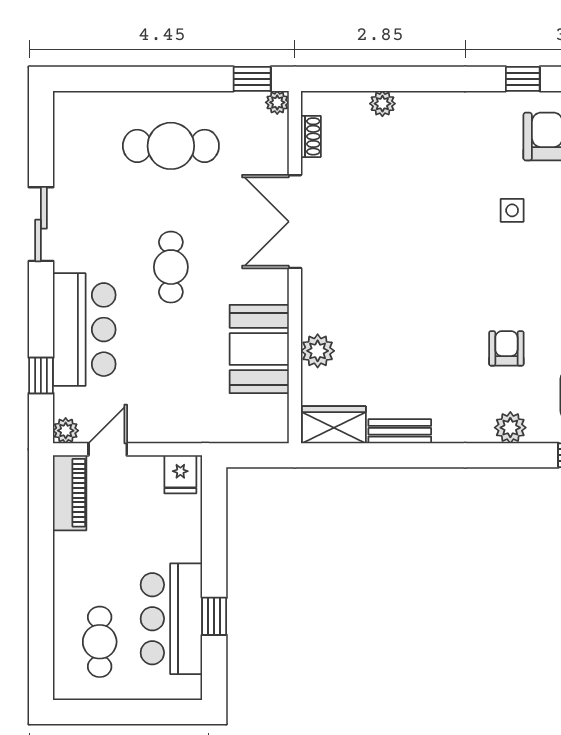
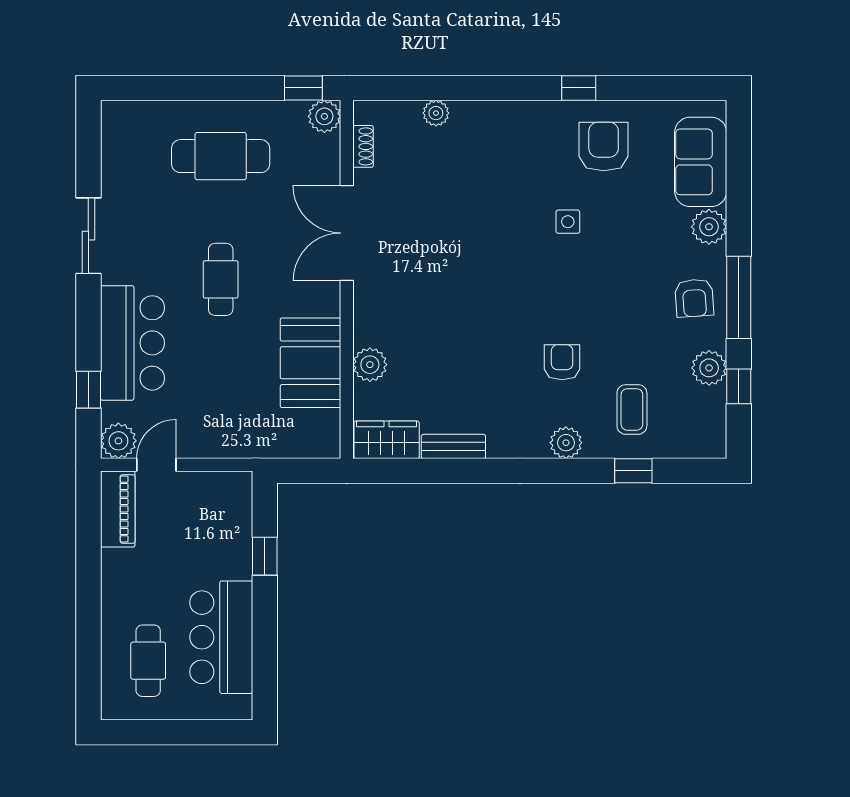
plant: (277, 102) -> (324, 116), width x1.38, depth x1.38
plant: (66, 431) -> (118, 441), width x1.38, depth x1.38
fridge: (180, 474) -> (230, 490), removed
window: (214, 616) -> (265, 556), moved

